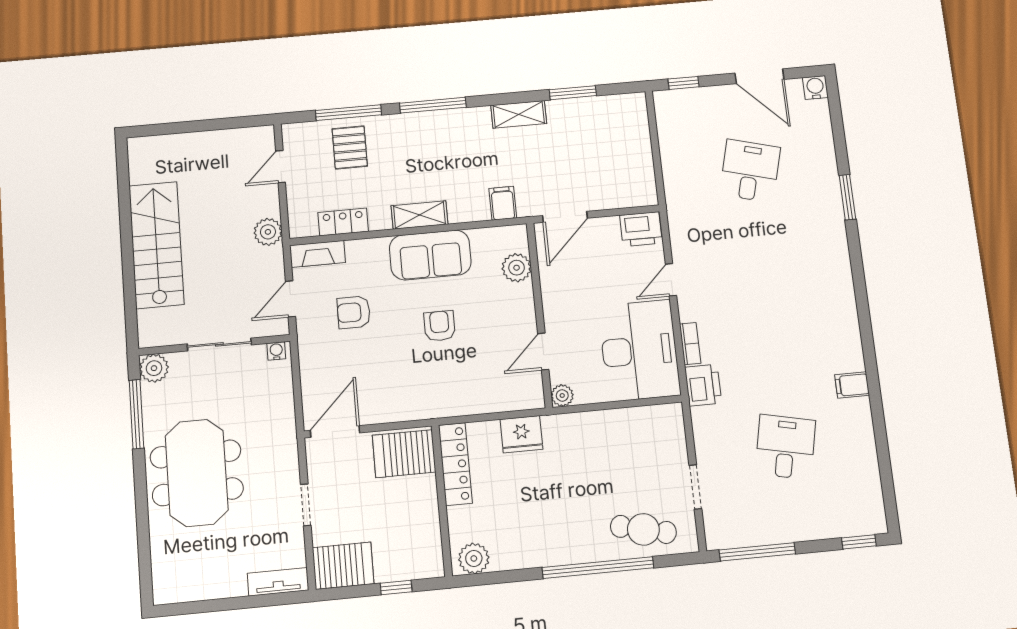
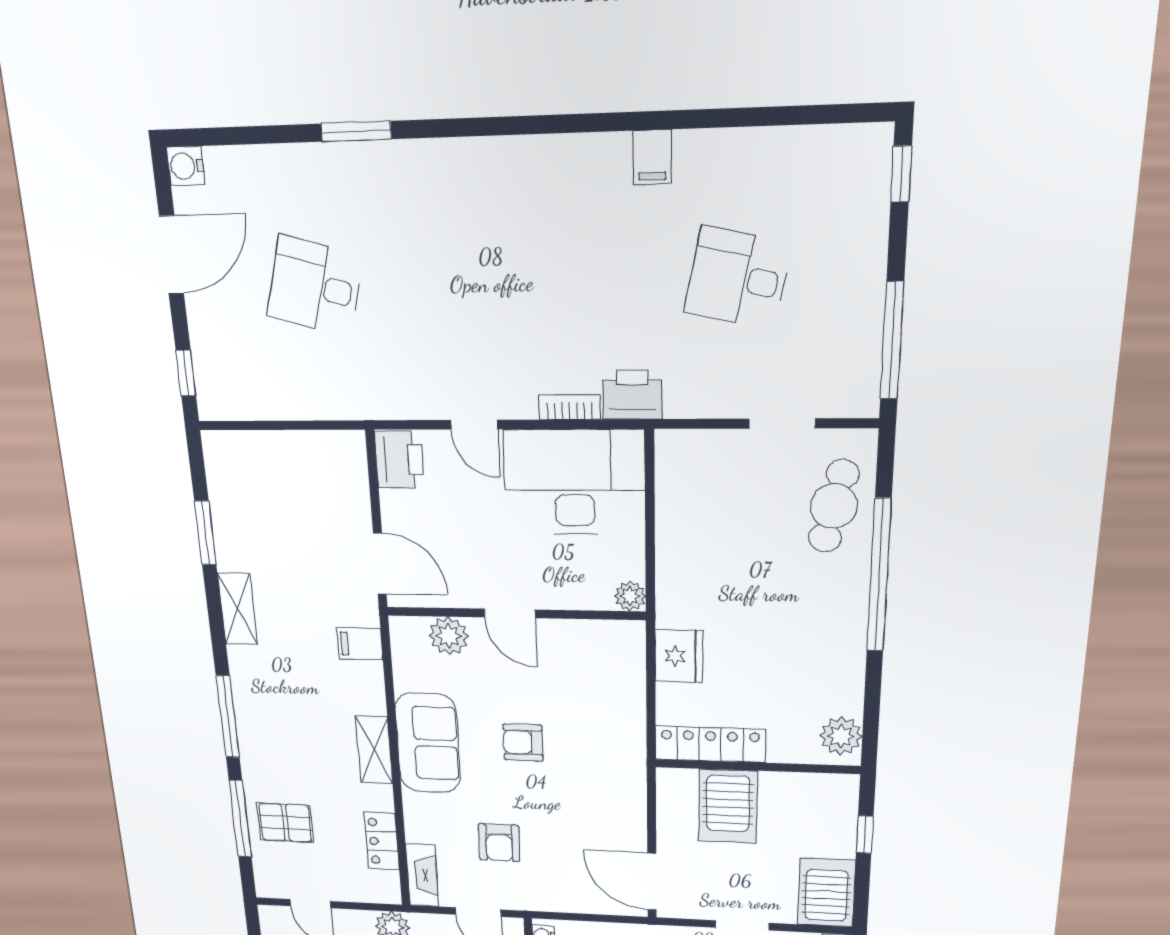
door: (543, 351) -> (510, 613), moved
server rack: (404, 454) -> (728, 806), moved

